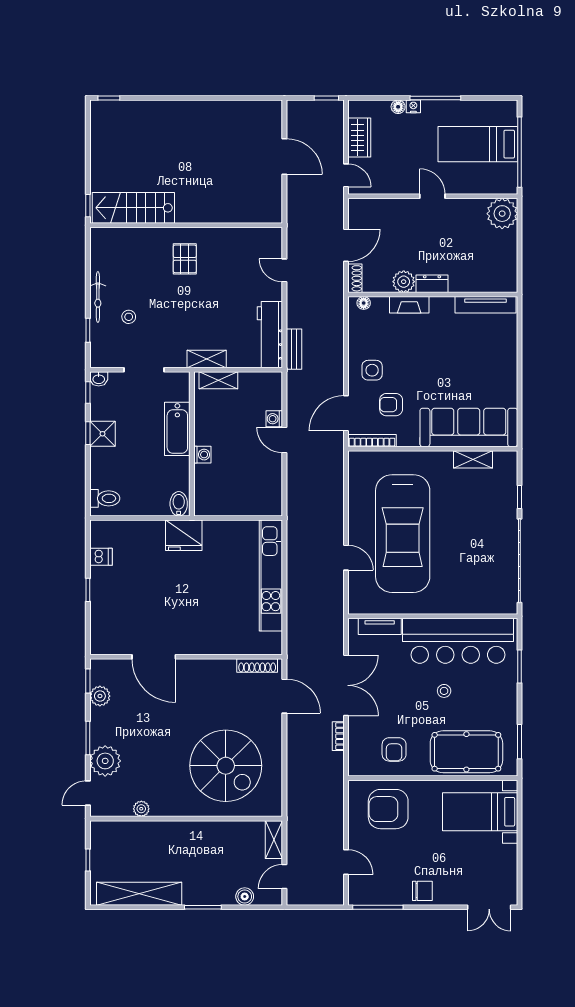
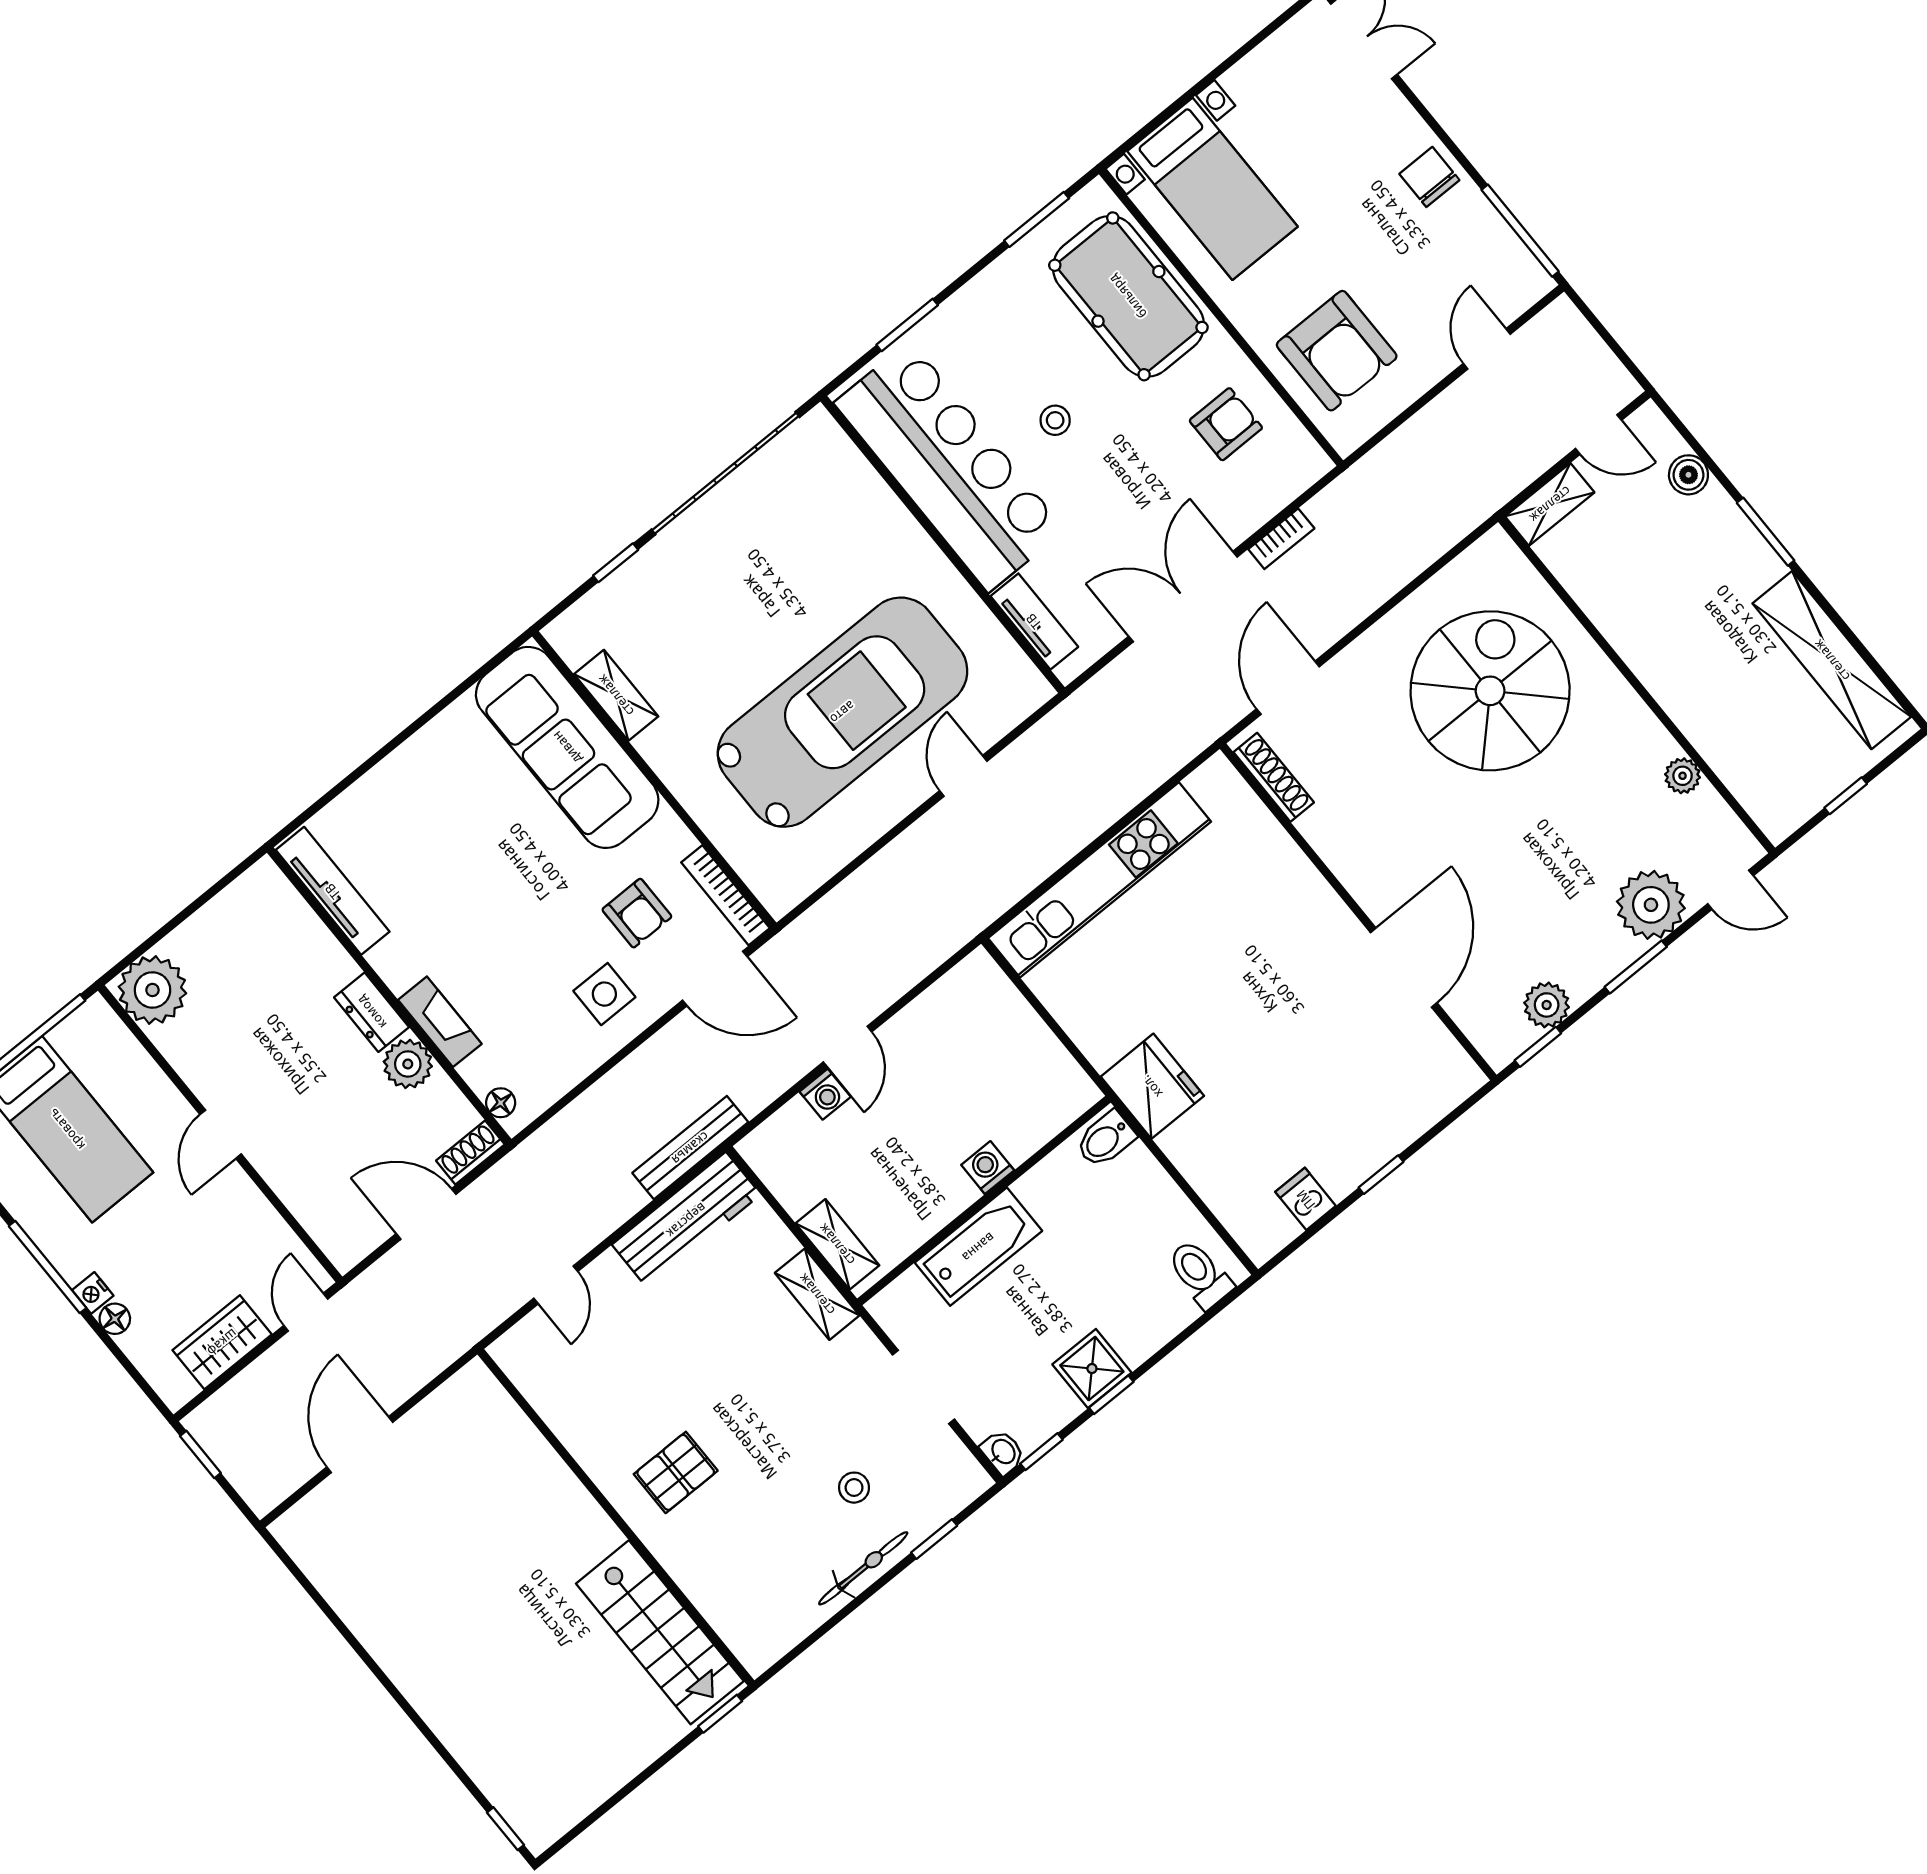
bench: (294, 349) -> (690, 1148), width x1.36

